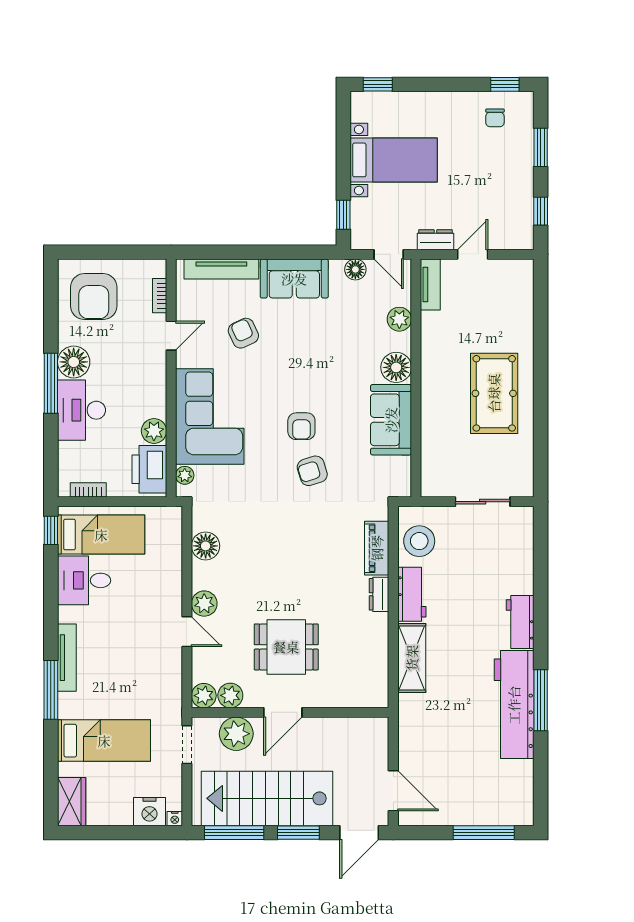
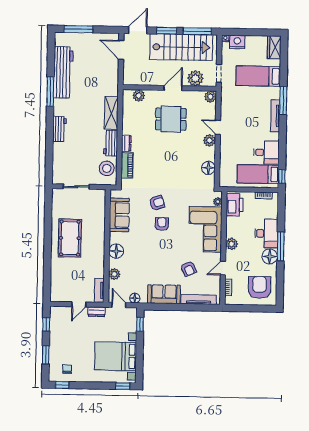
bed with nightstands: (394, 160) -> (116, 356), width x1.36
sofa: (391, 420) -> (119, 215), moved
plant: (154, 431) -> (232, 244), moved
plant: (230, 695) -> (139, 95), moved
workbench: (514, 705) -> (63, 72), moved

